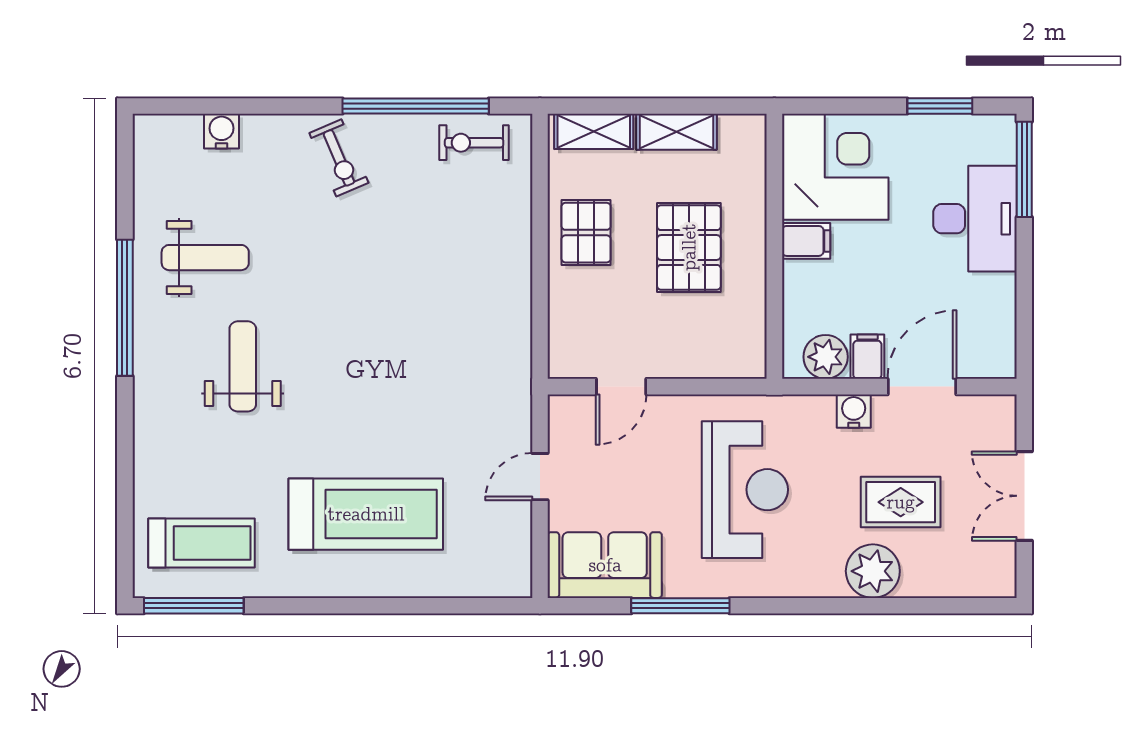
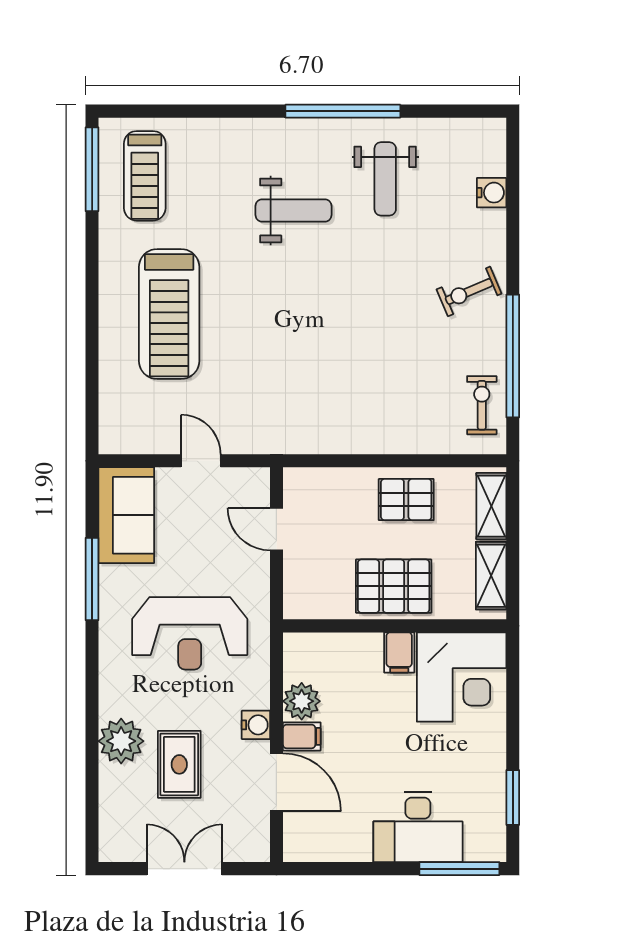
corner desk: (835, 167) -> (462, 677), moved
filing cabinet: (806, 241) -> (399, 652), moved
wall: (774, 246) -> (395, 626), moved

